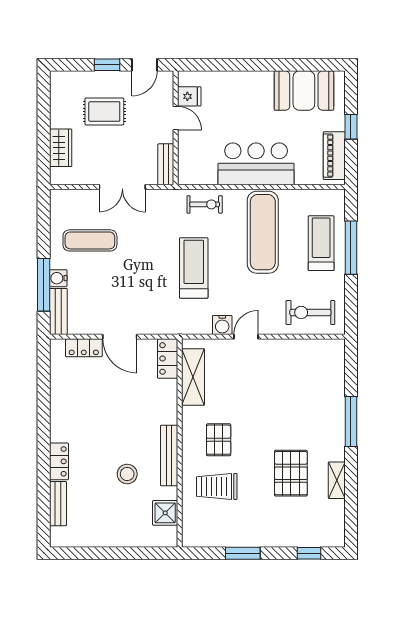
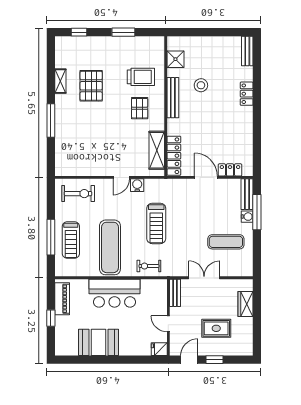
booth: (304, 91) -> (99, 342), moved
fridge: (189, 96) -> (159, 349), moved
locker: (168, 358) -> (174, 156), width x1.53
bench: (58, 504) -> (247, 51), moved

